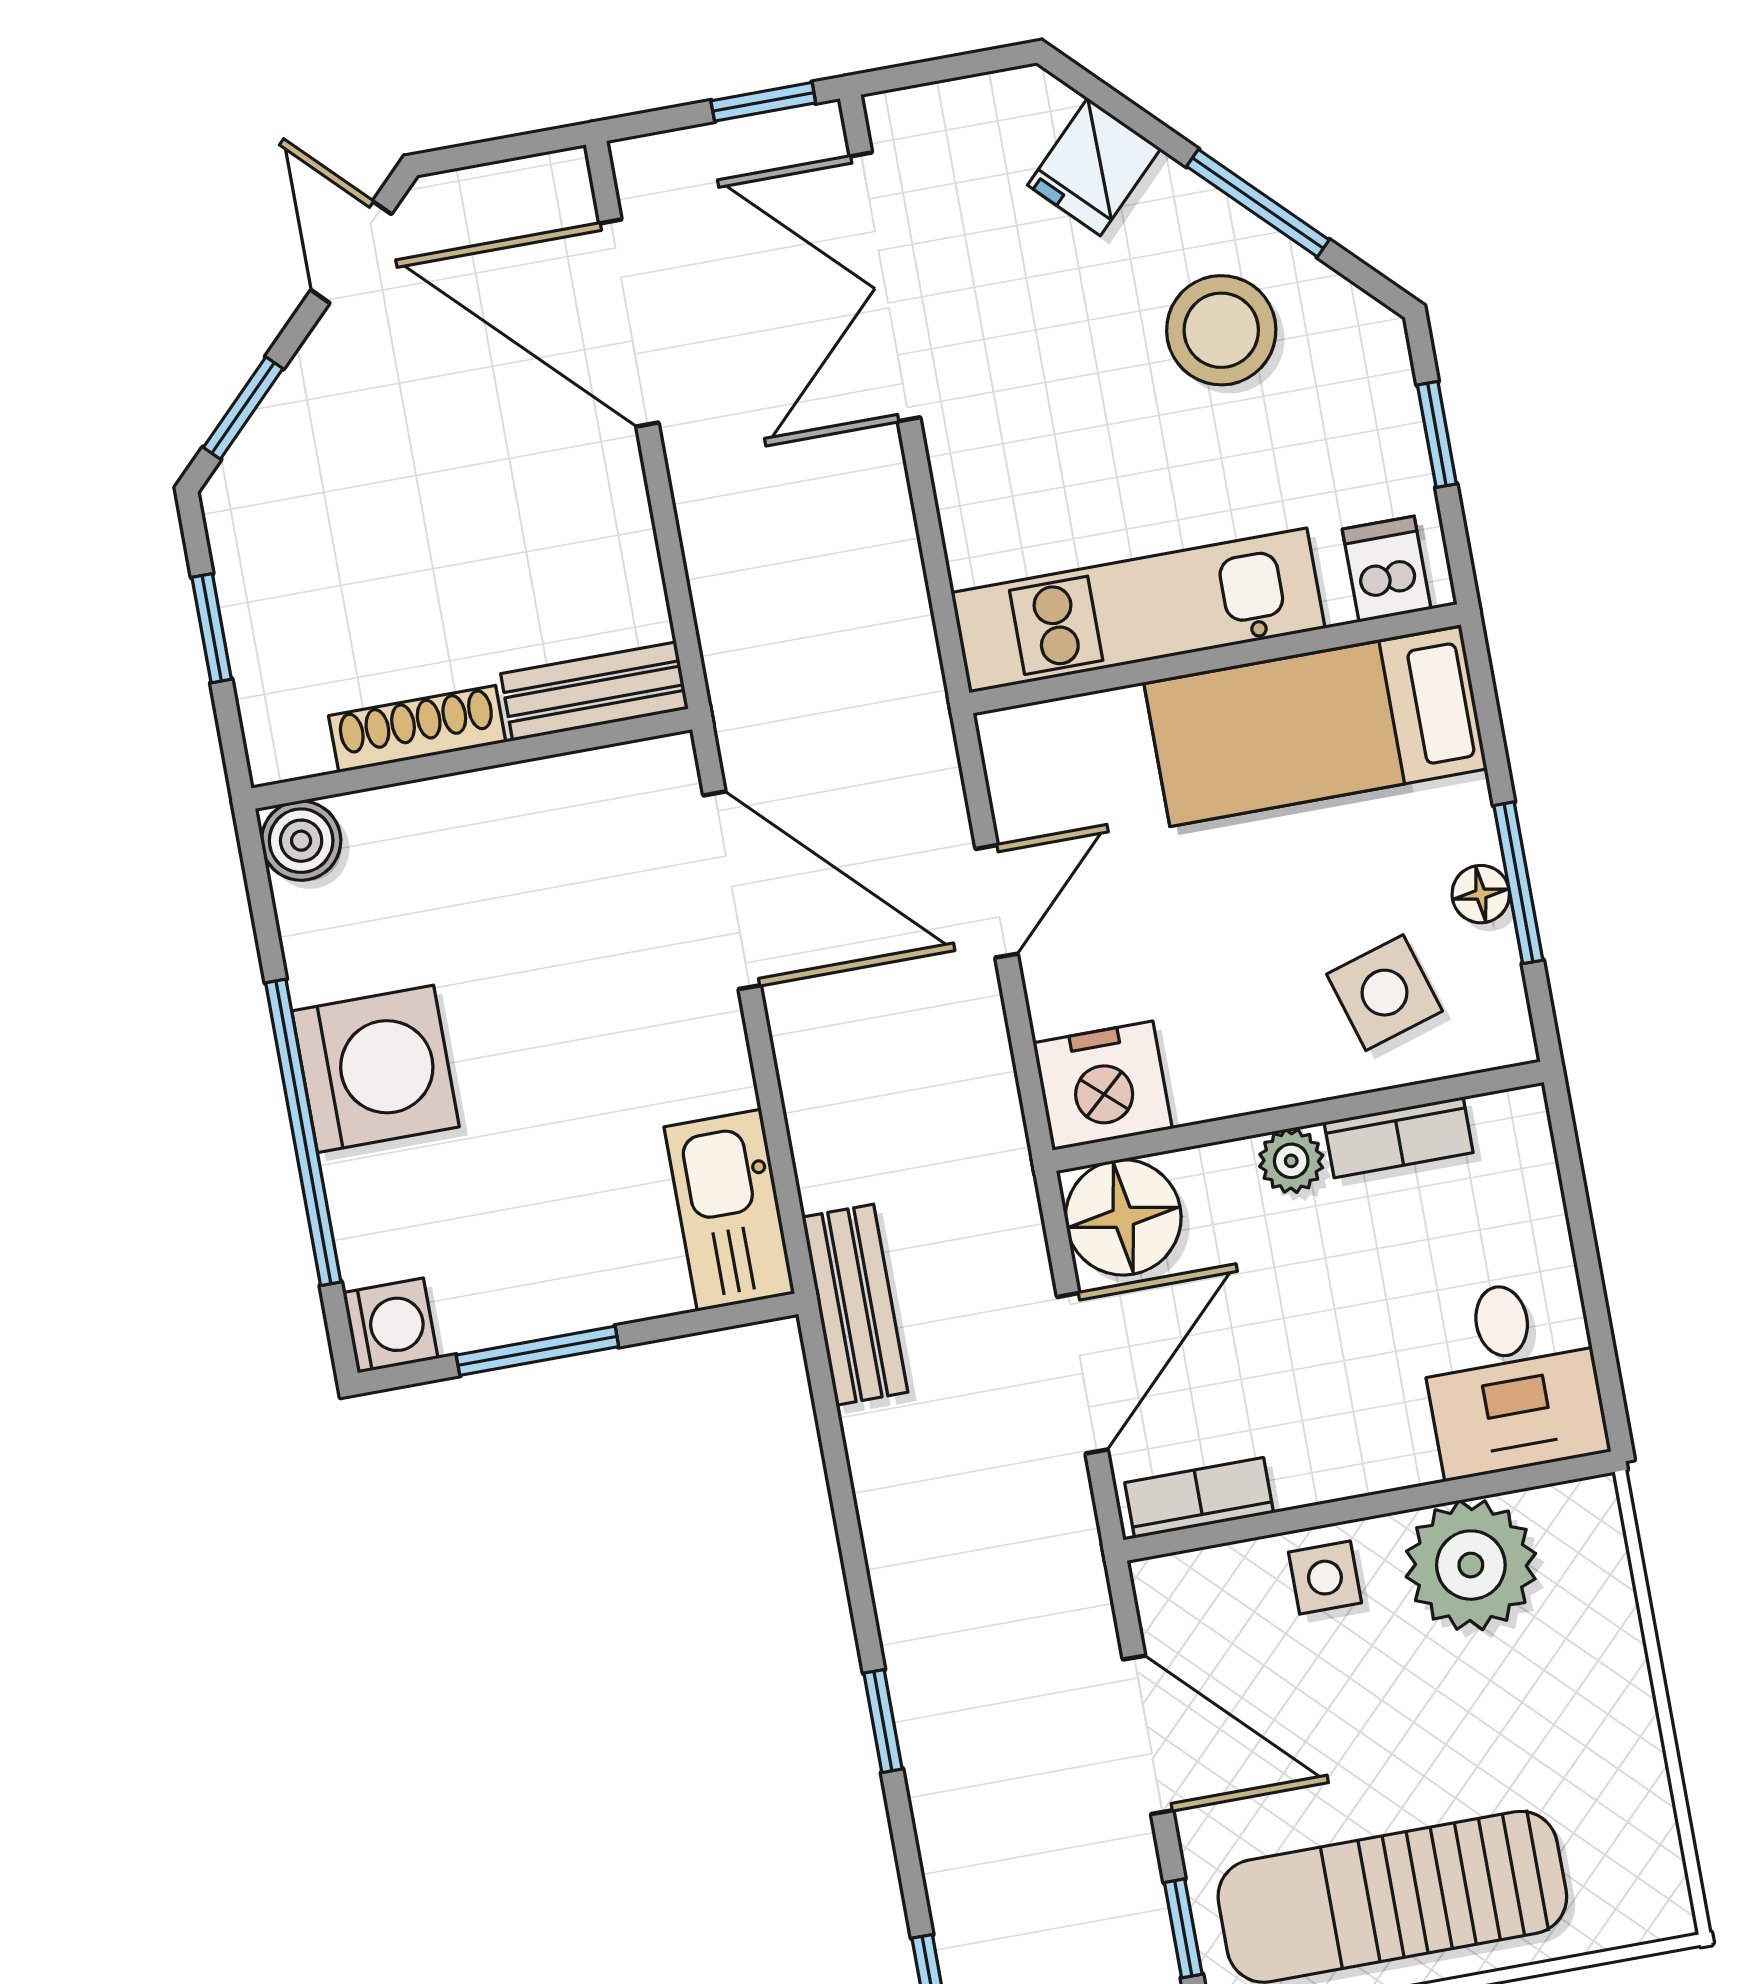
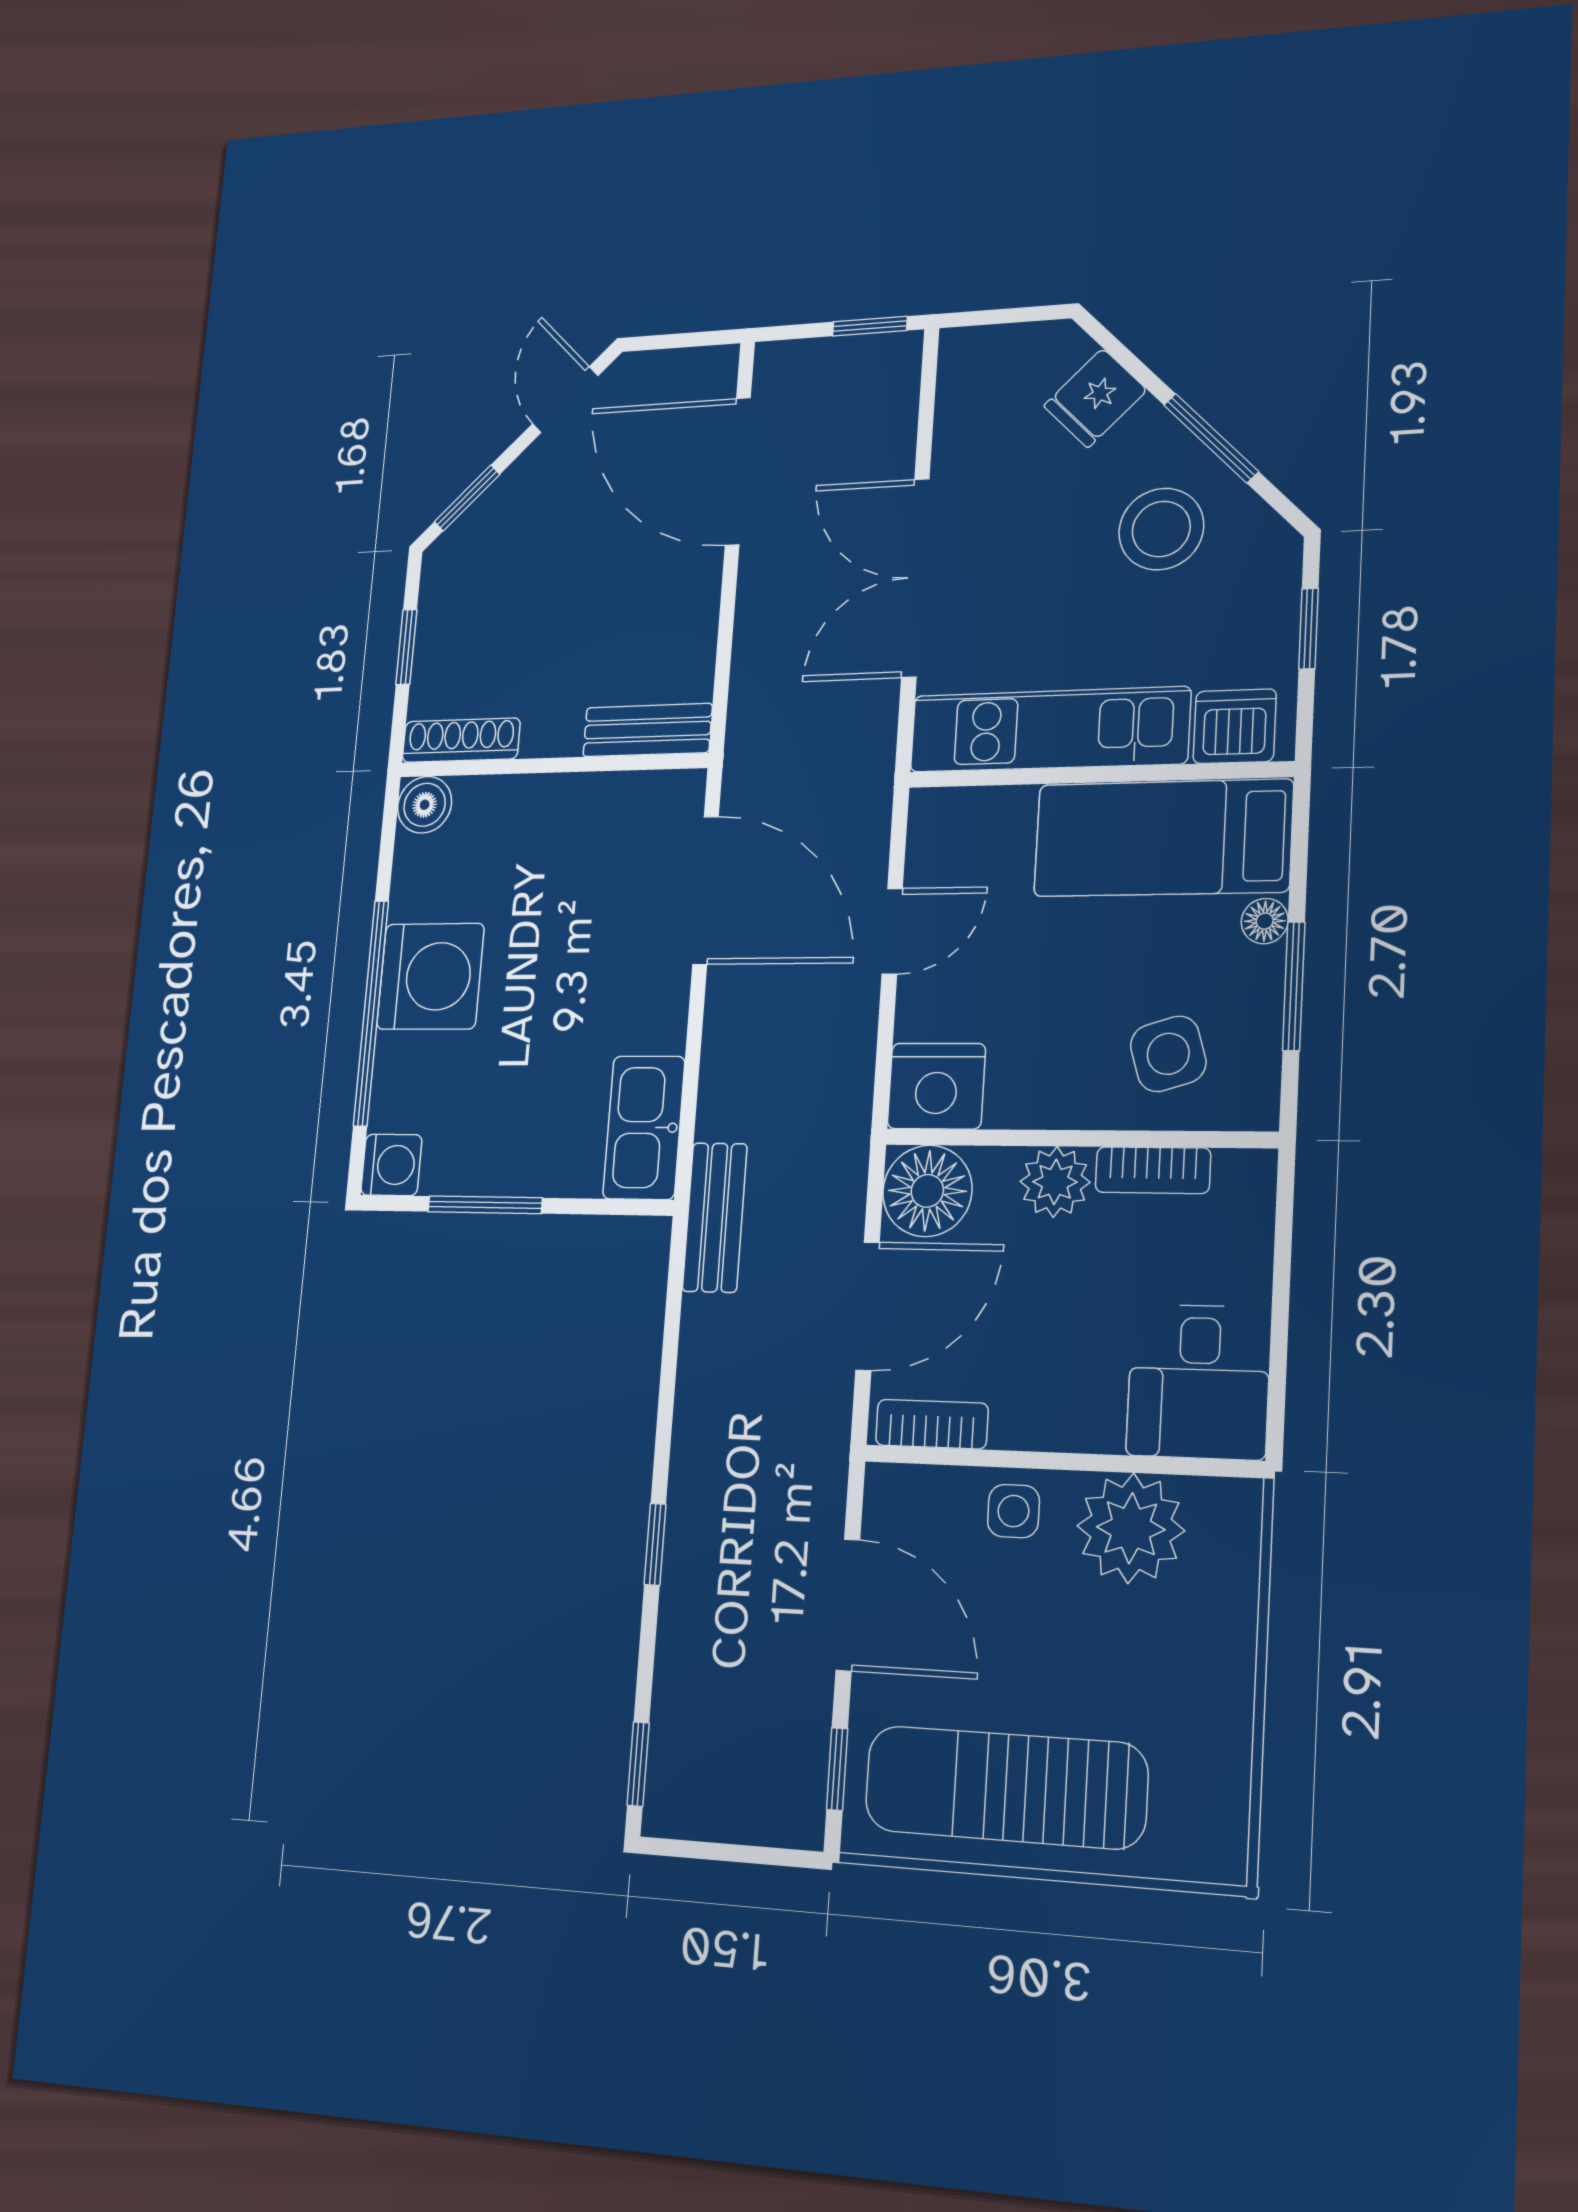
double door: (885, 287) -> (915, 578), moved
dishwasher: (1387, 569) -> (1235, 726), width x1.38
shoe rack: (417, 729) -> (461, 740), moved
floor lamp: (1481, 894) -> (1265, 921), moved
plant: (1291, 1161) -> (1055, 1182), width x1.38, depth x1.38

